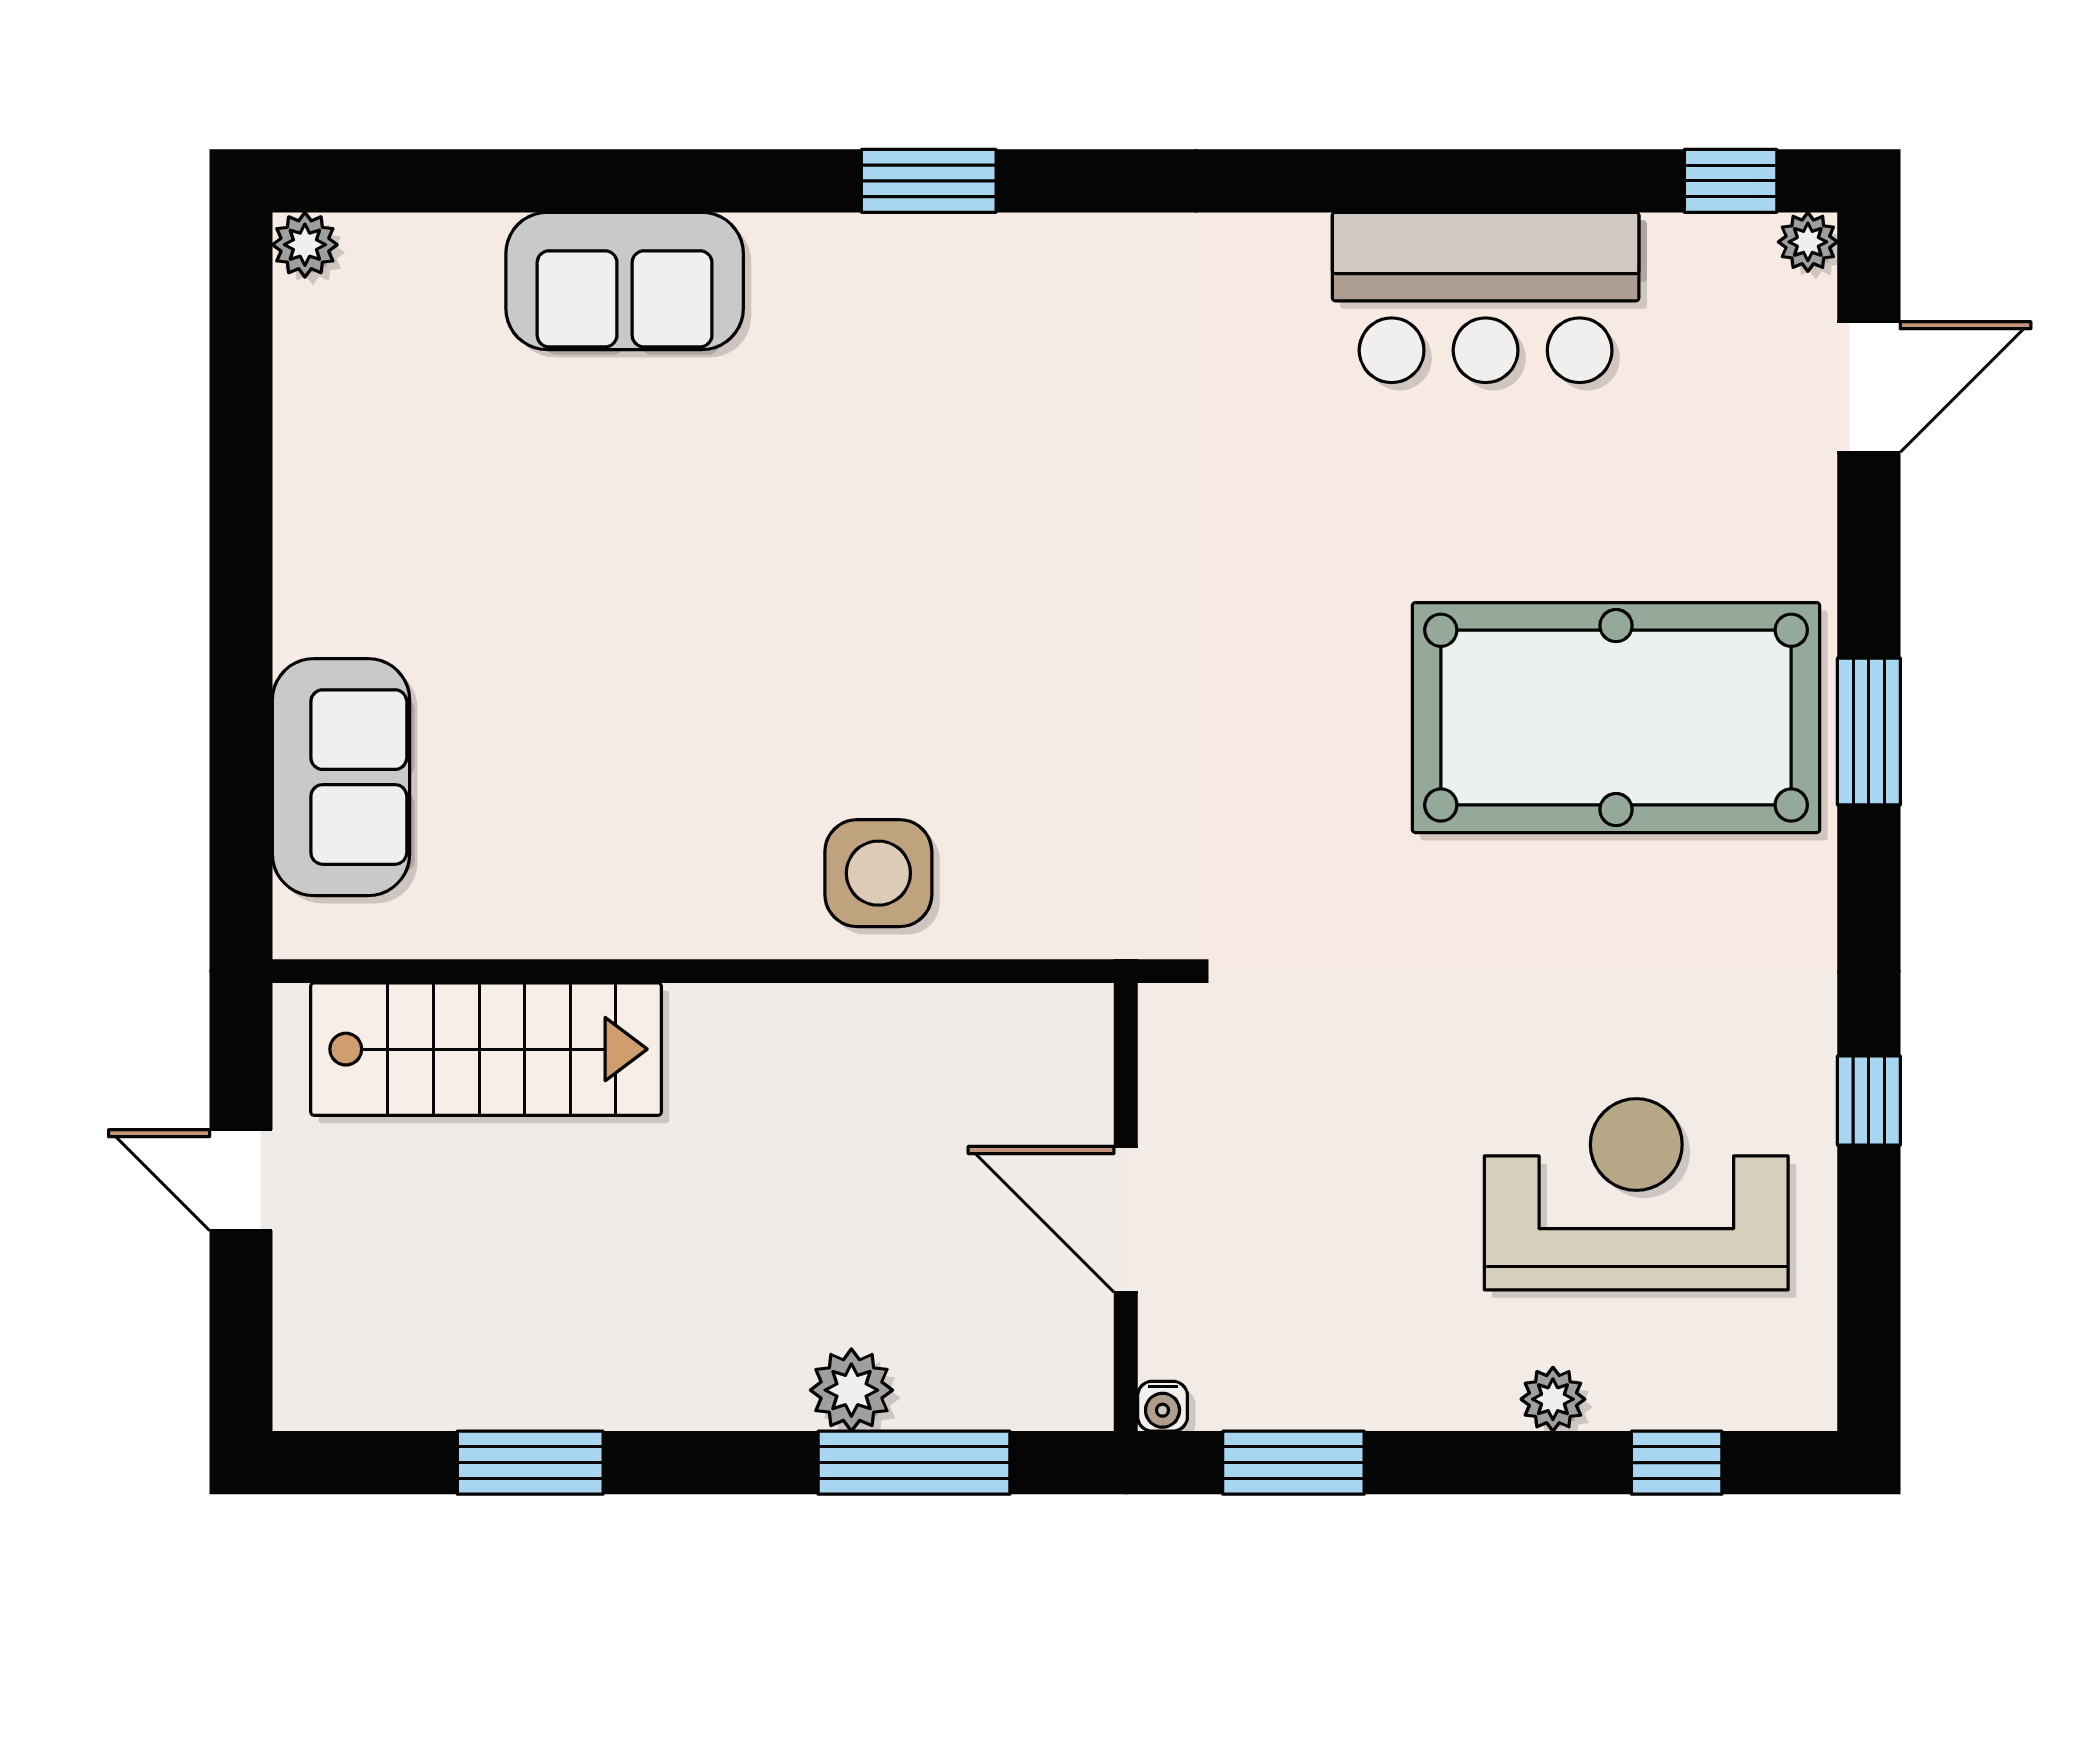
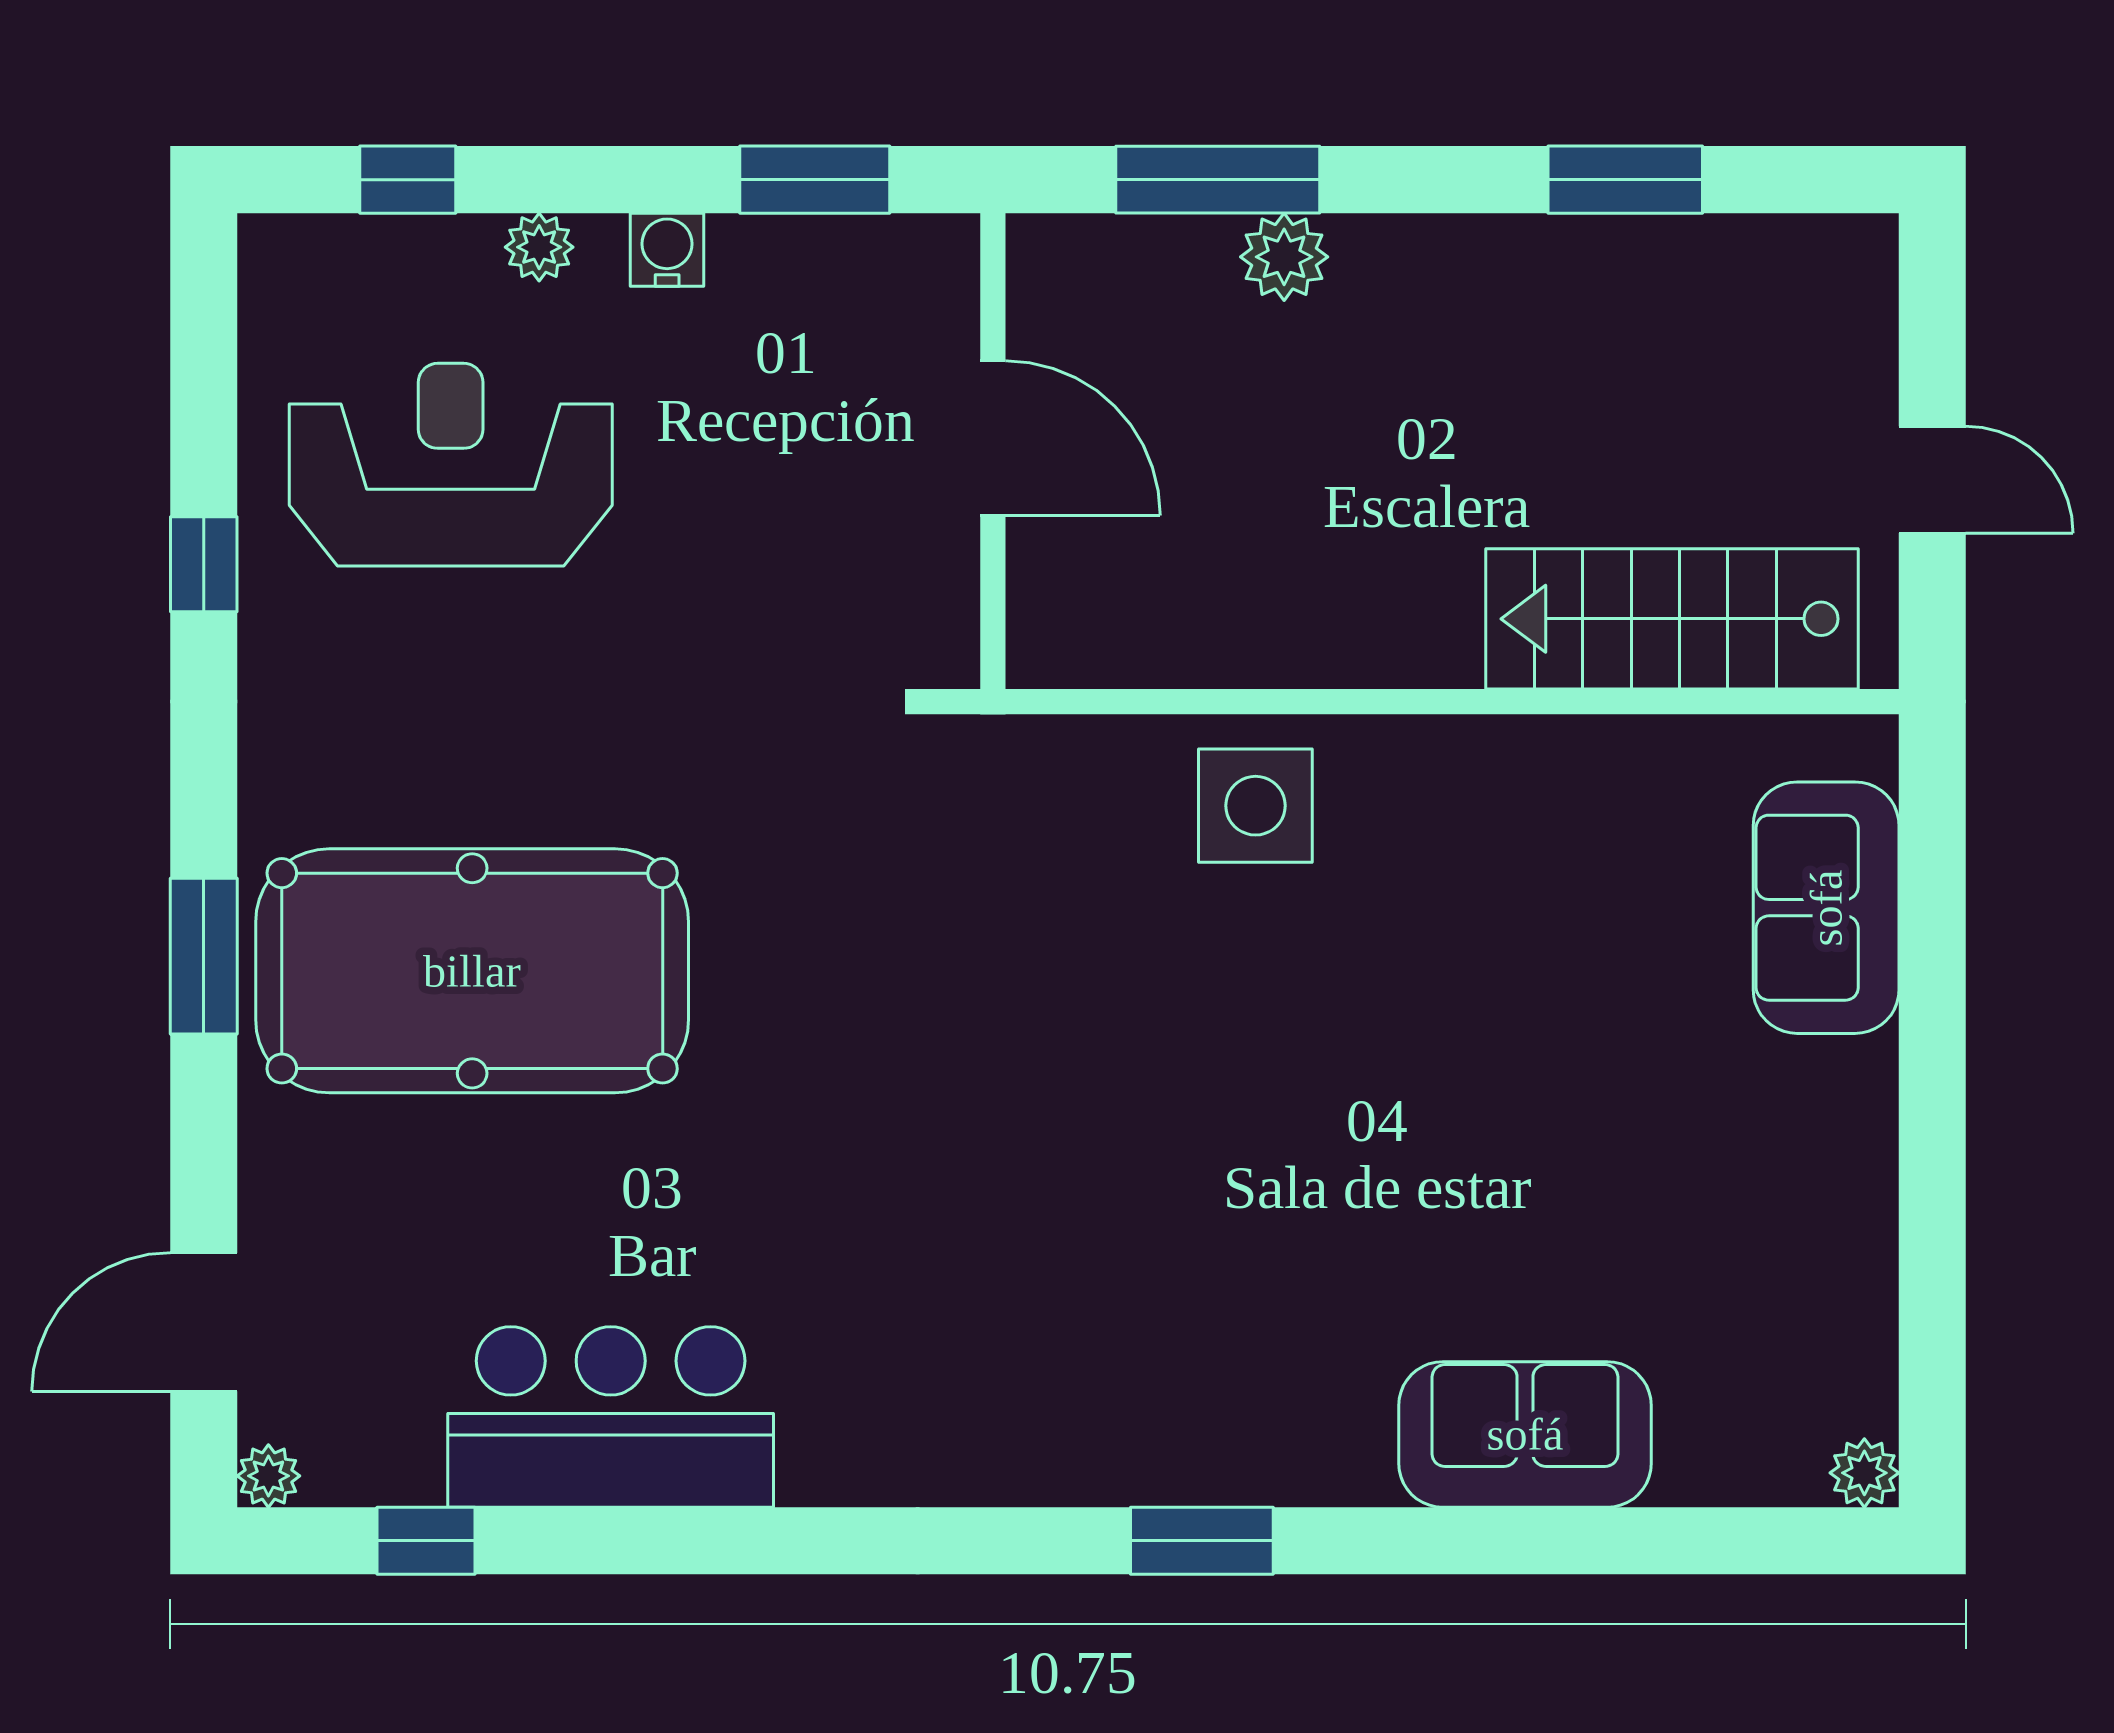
window: (1731, 181) -> (426, 1541), moved
reception desk: (1636, 1194) -> (451, 465), turned 180
water cooler: (1163, 1406) -> (667, 250), moved, width x1.38, depth x1.38

